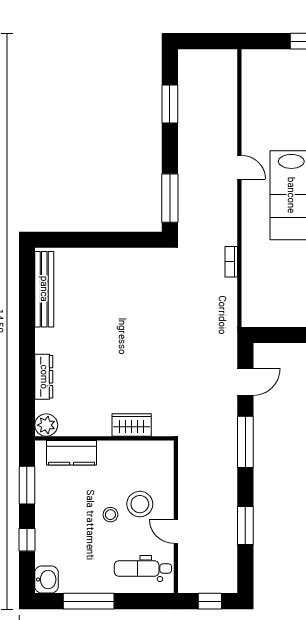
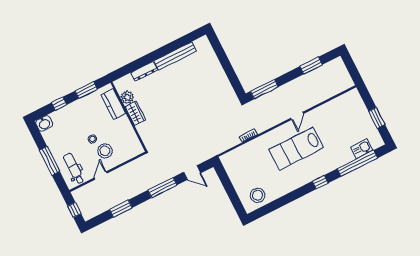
bench: (44, 289) -> (175, 56), moved
plant: (46, 425) -> (127, 97), moved
wardrobe: (132, 425) -> (135, 113), moved
window: (89, 601) -> (50, 161), moved

